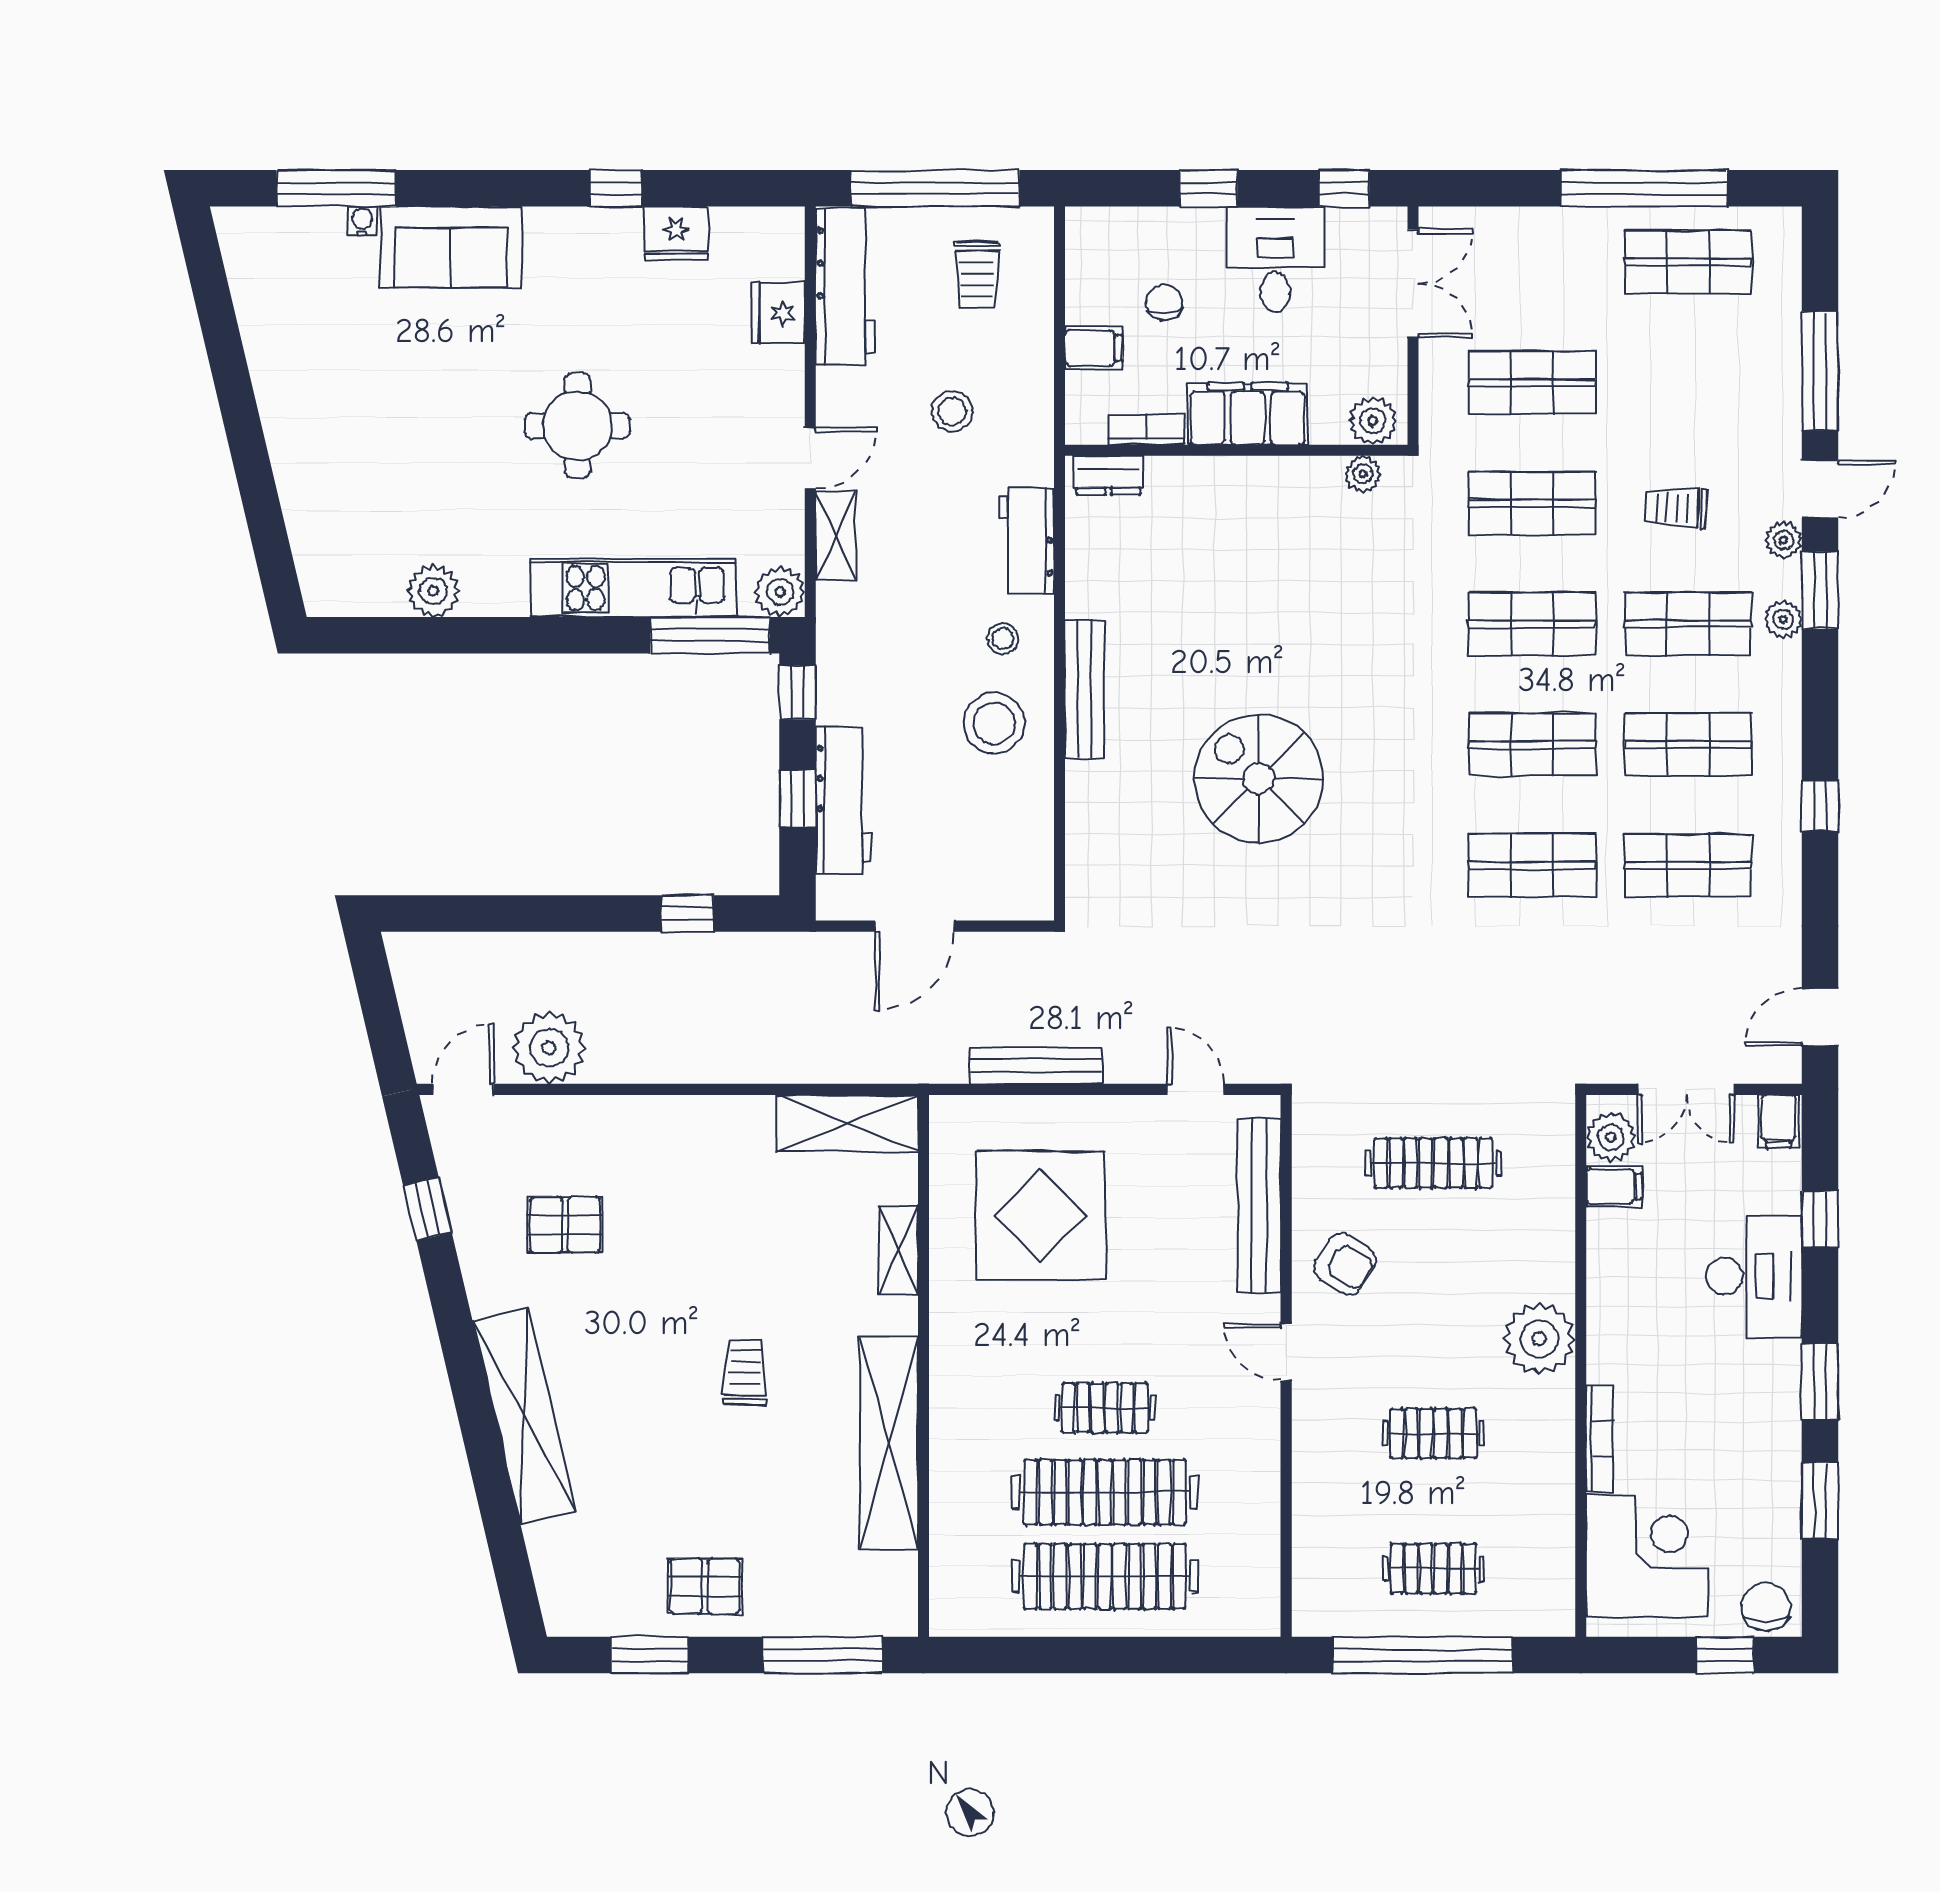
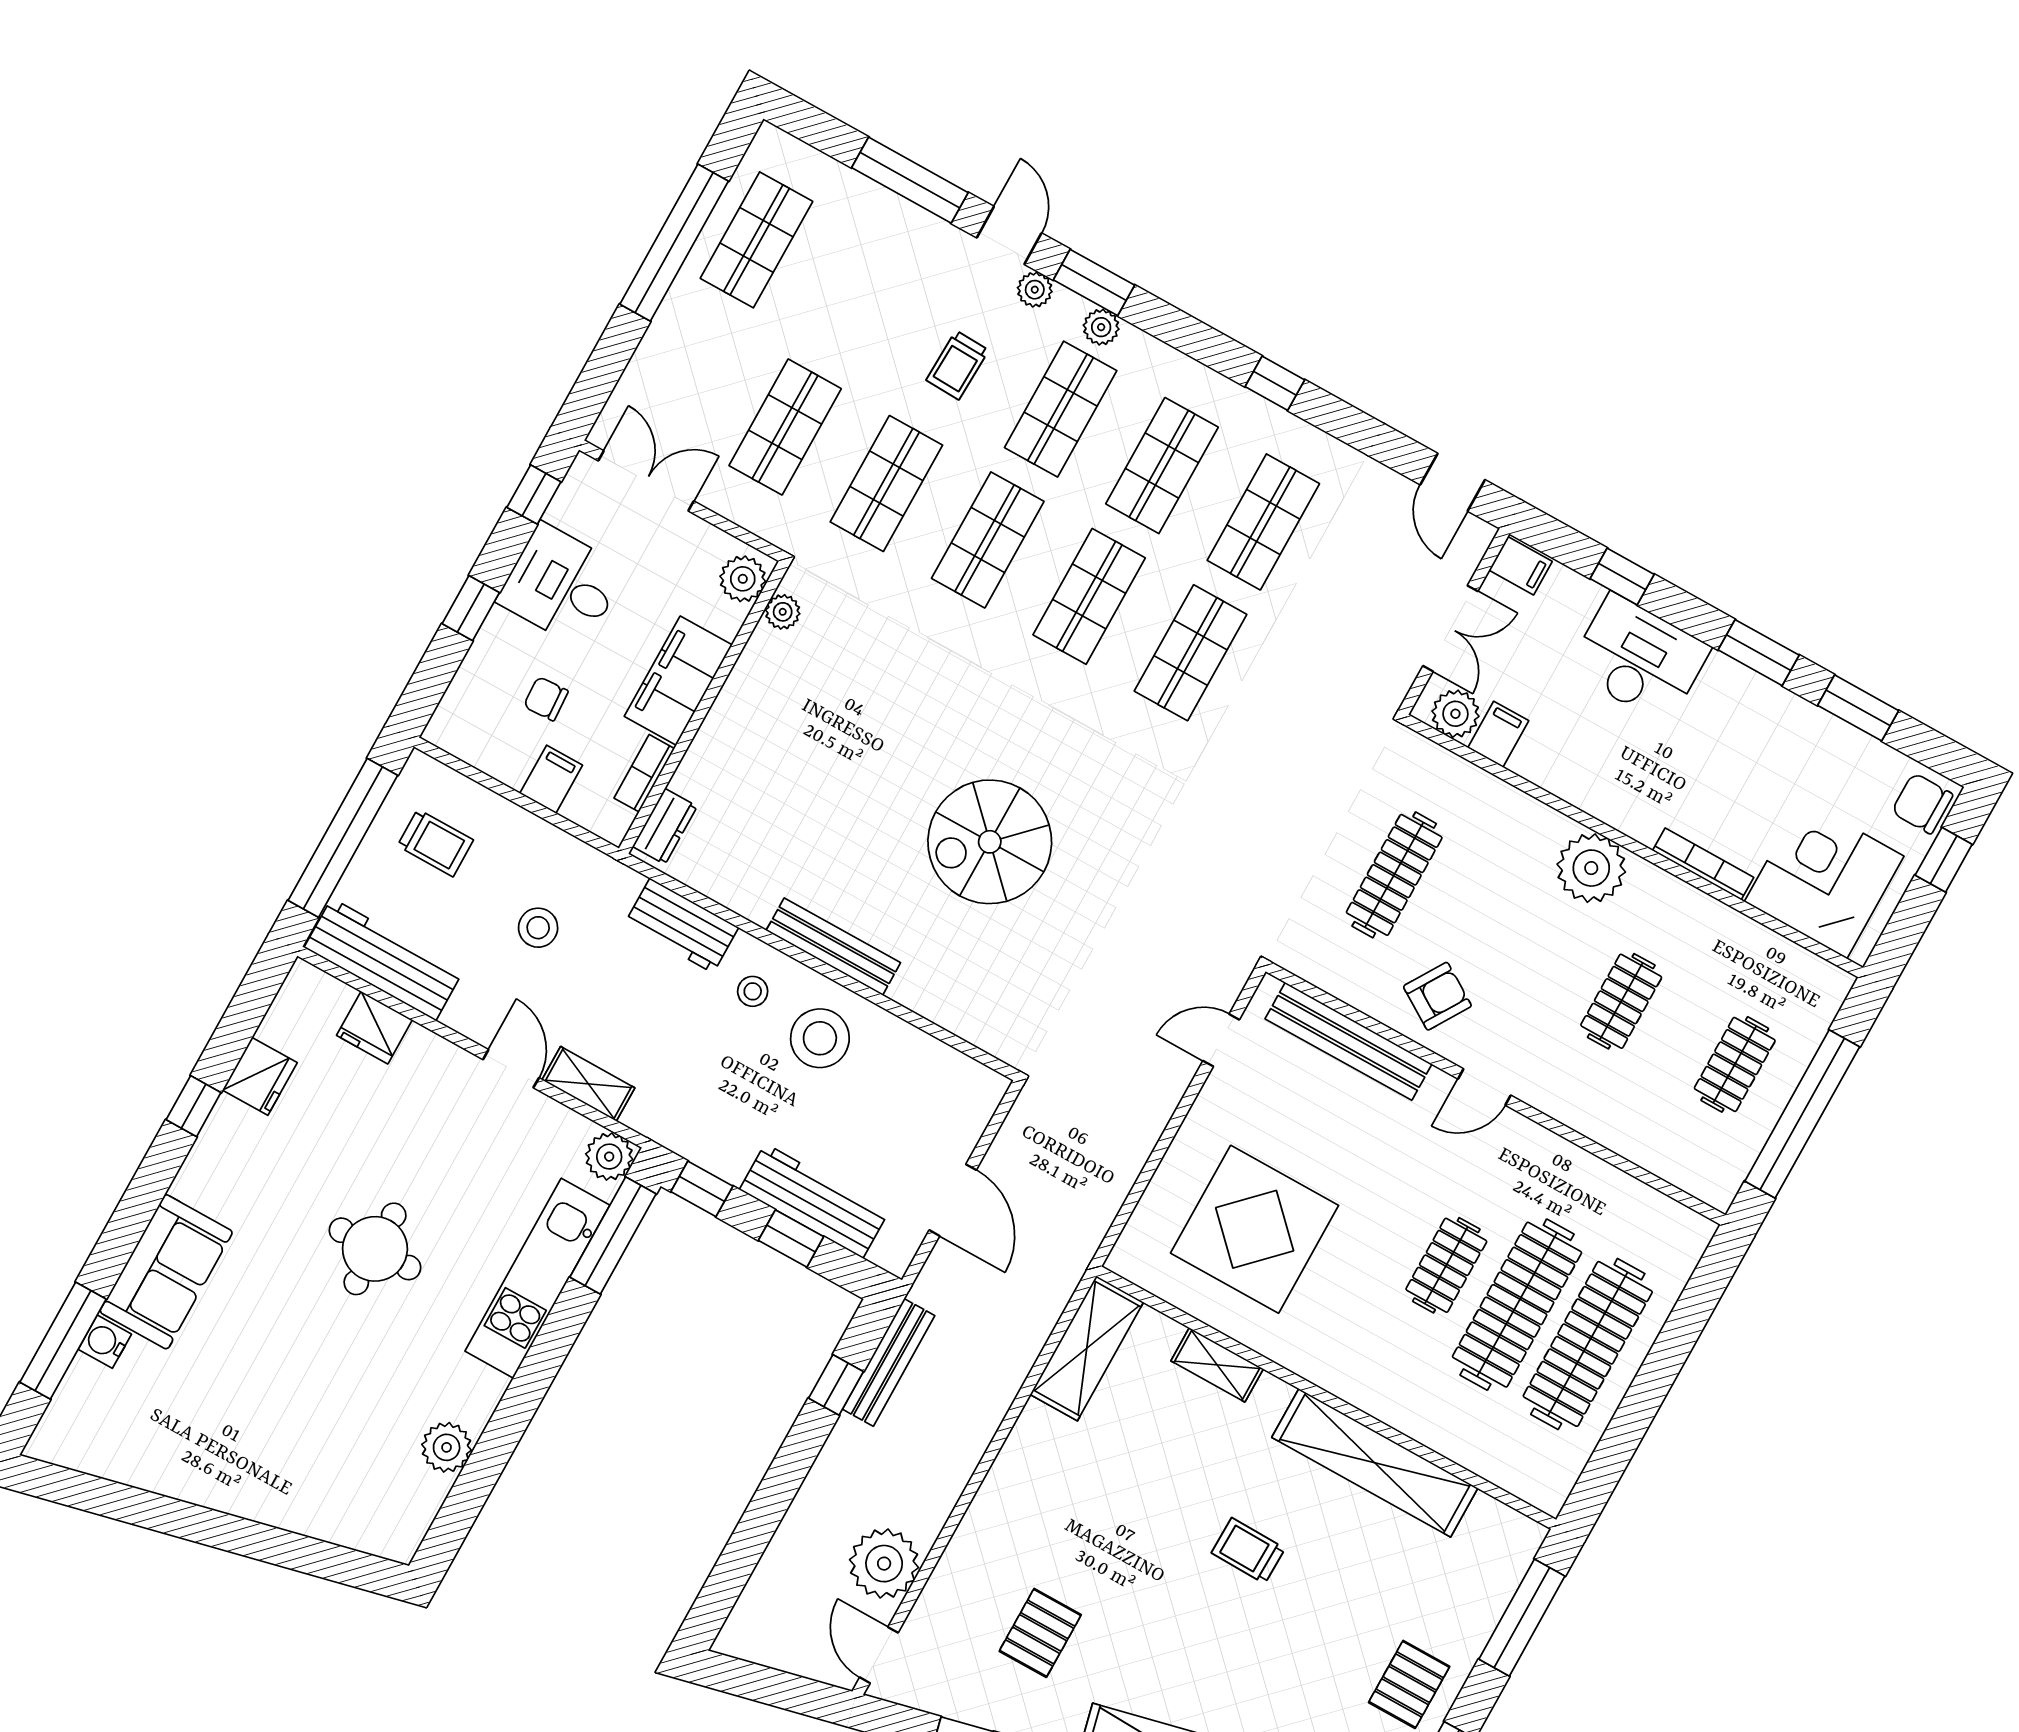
water cooler: (362, 221) -> (105, 1342), width x1.38, depth x1.38
bench: (1036, 1065) -> (889, 1362), moved

